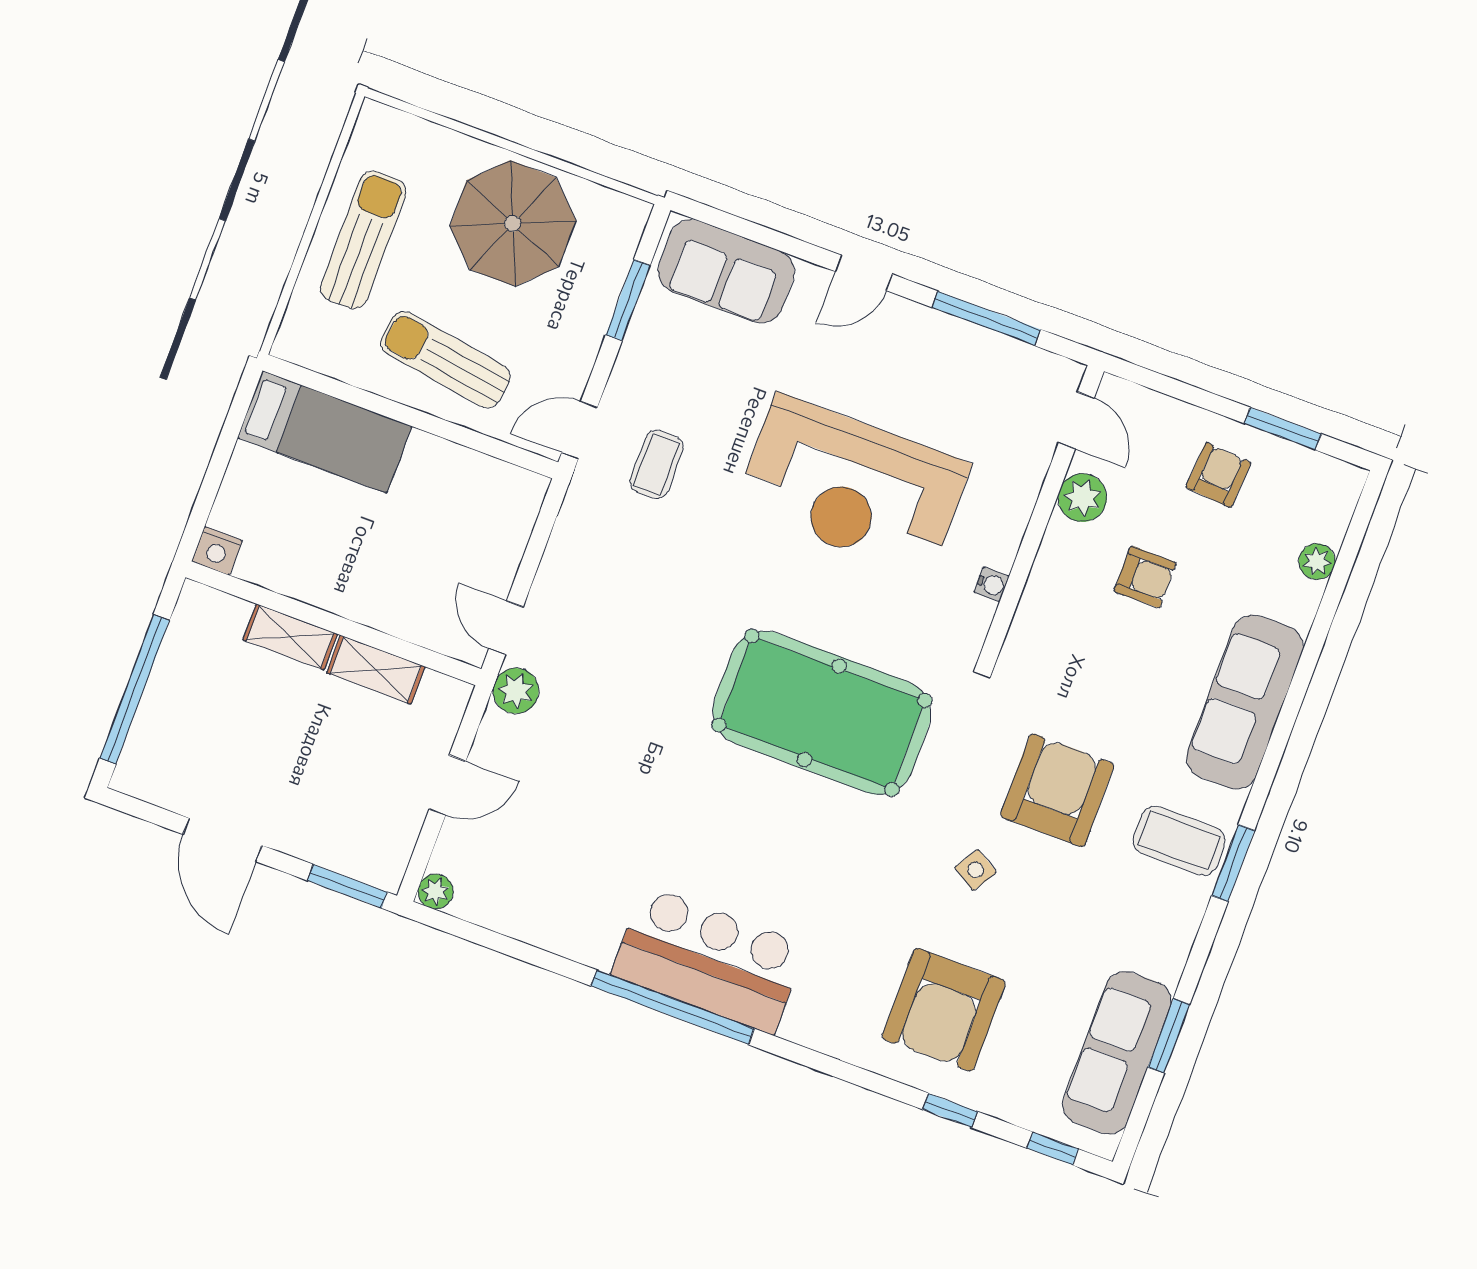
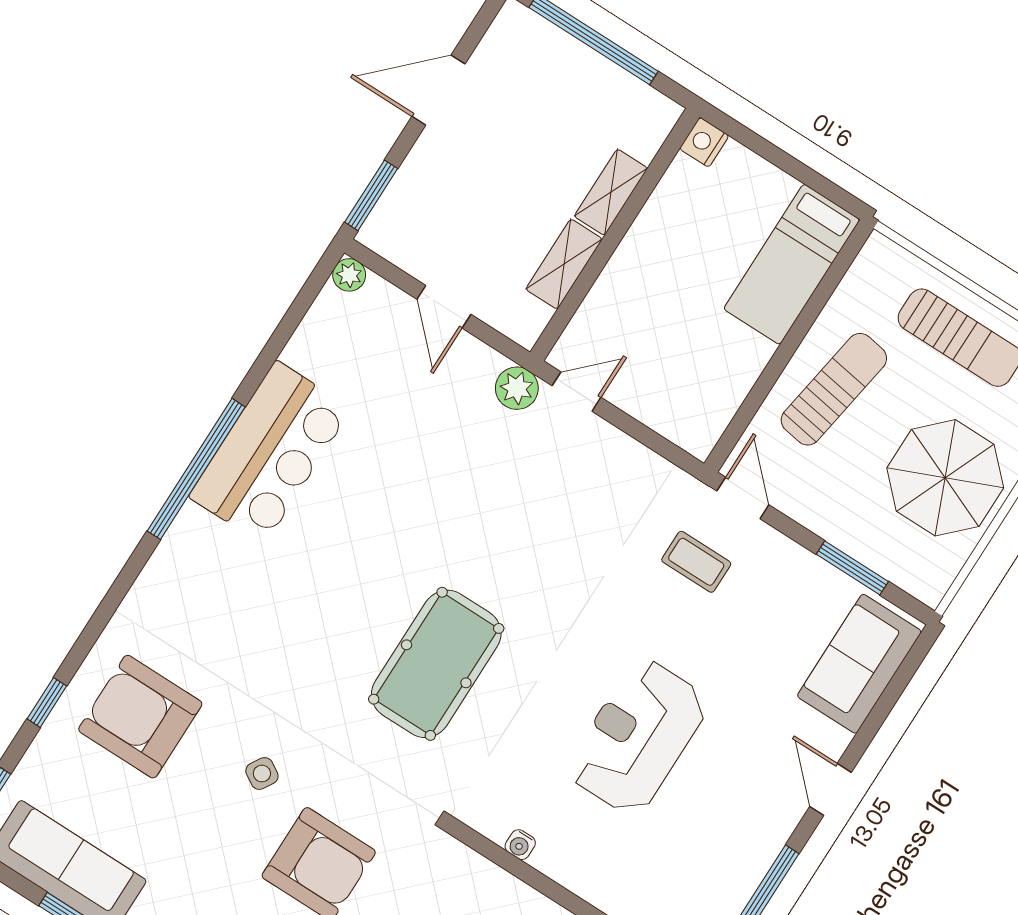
reception desk: (852, 486) -> (638, 737), width x0.74, depth x0.77
pool table: (822, 713) -> (436, 664), width x0.73, depth x0.76
bar counter: (709, 960) -> (270, 453), moved

